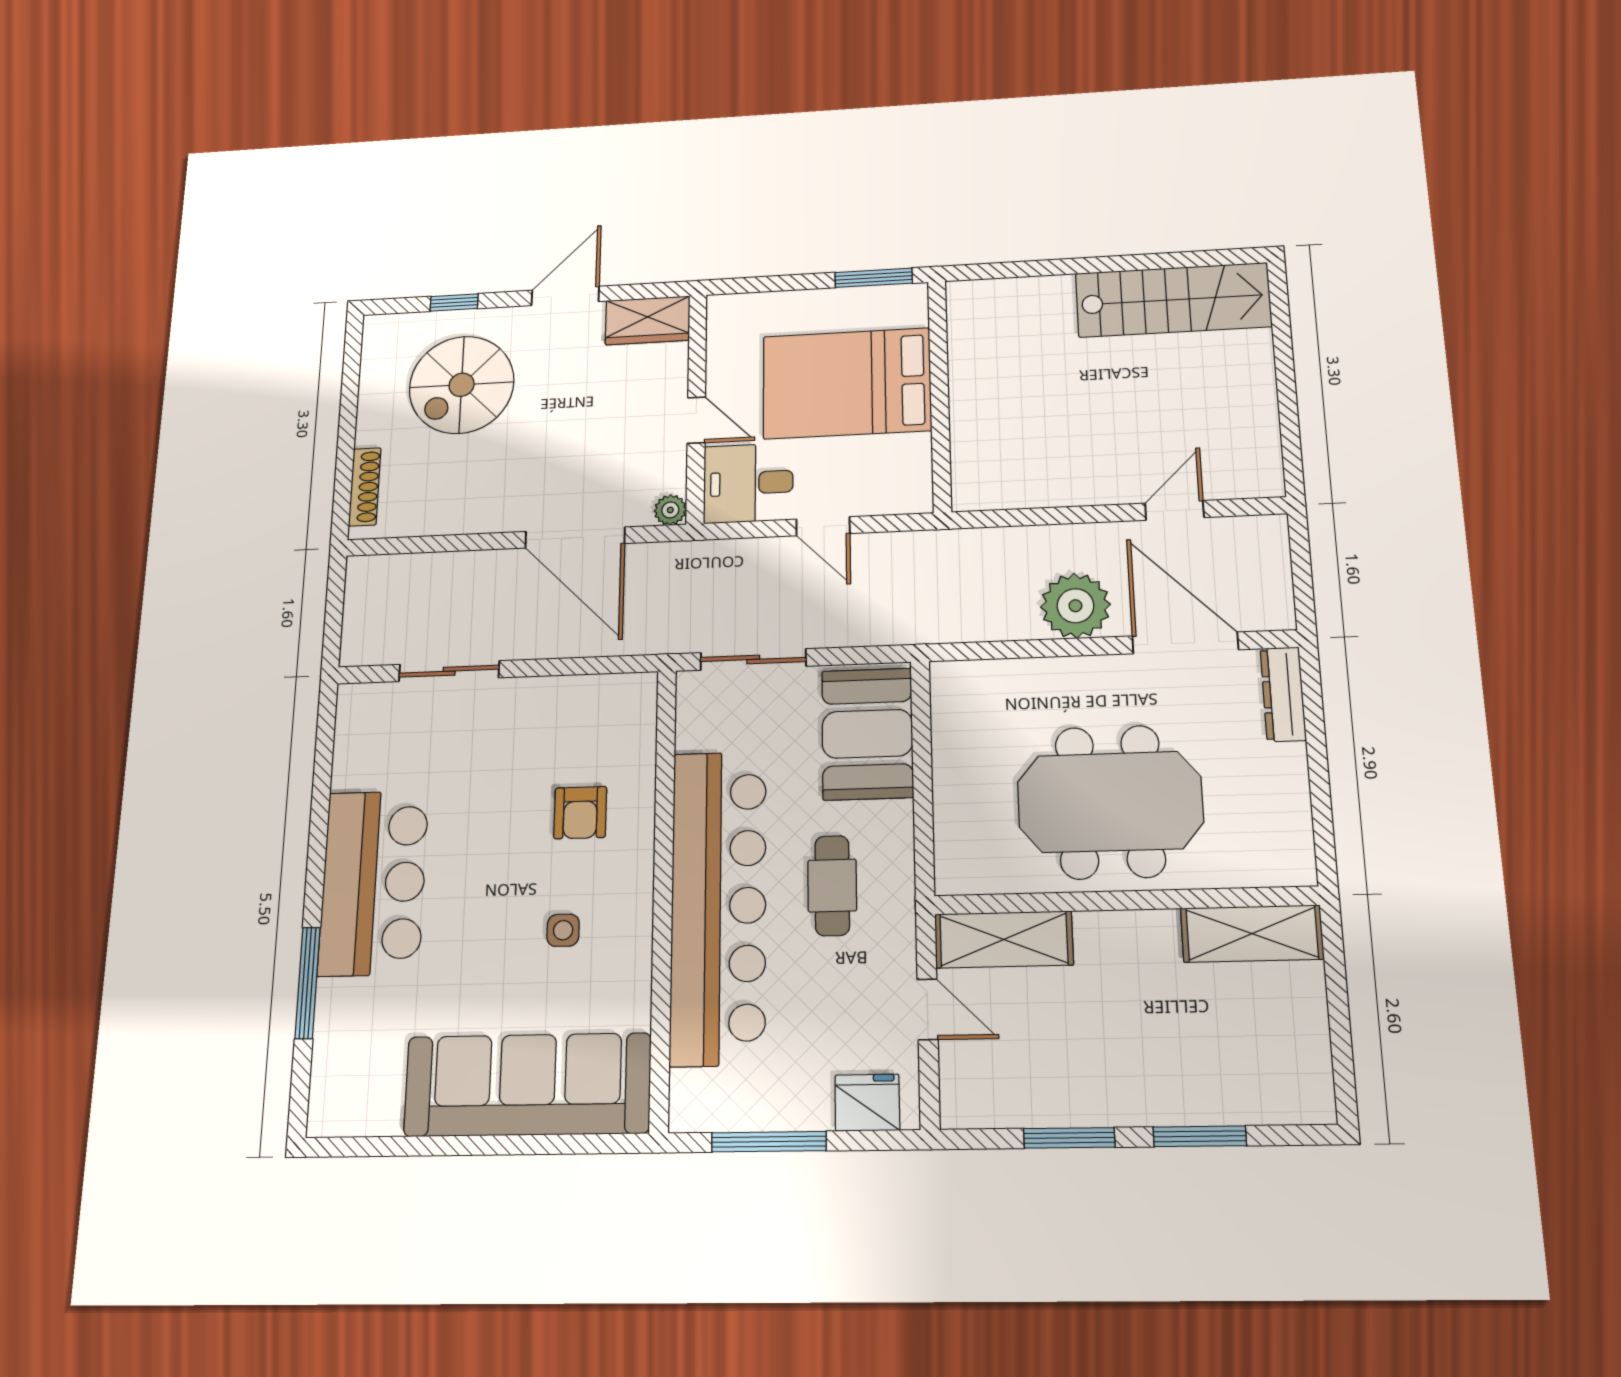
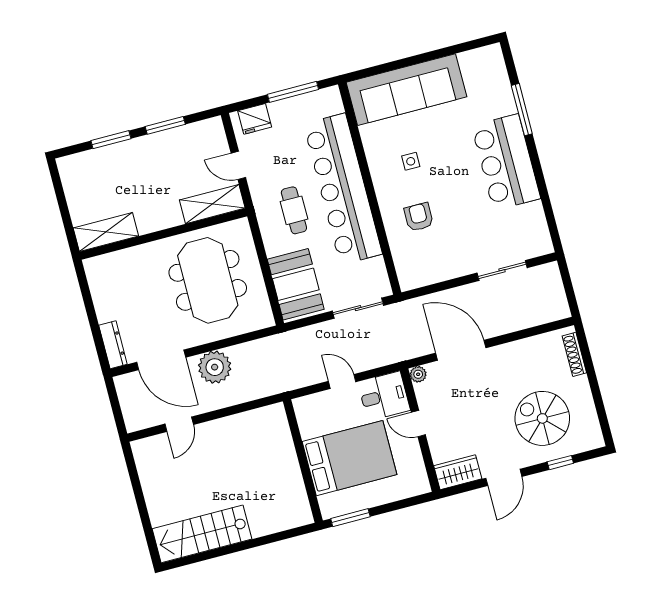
spiral stairs: (462, 385) -> (542, 418), turned -90
meeting table: (1110, 802) -> (208, 280), moved, turned 90

